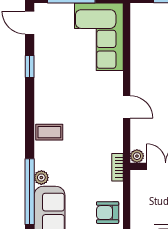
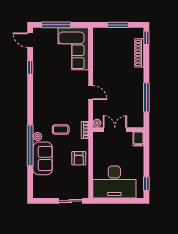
coffee table: (49, 132) -> (61, 130), moved
armchair: (108, 213) -> (79, 158), turned -90

